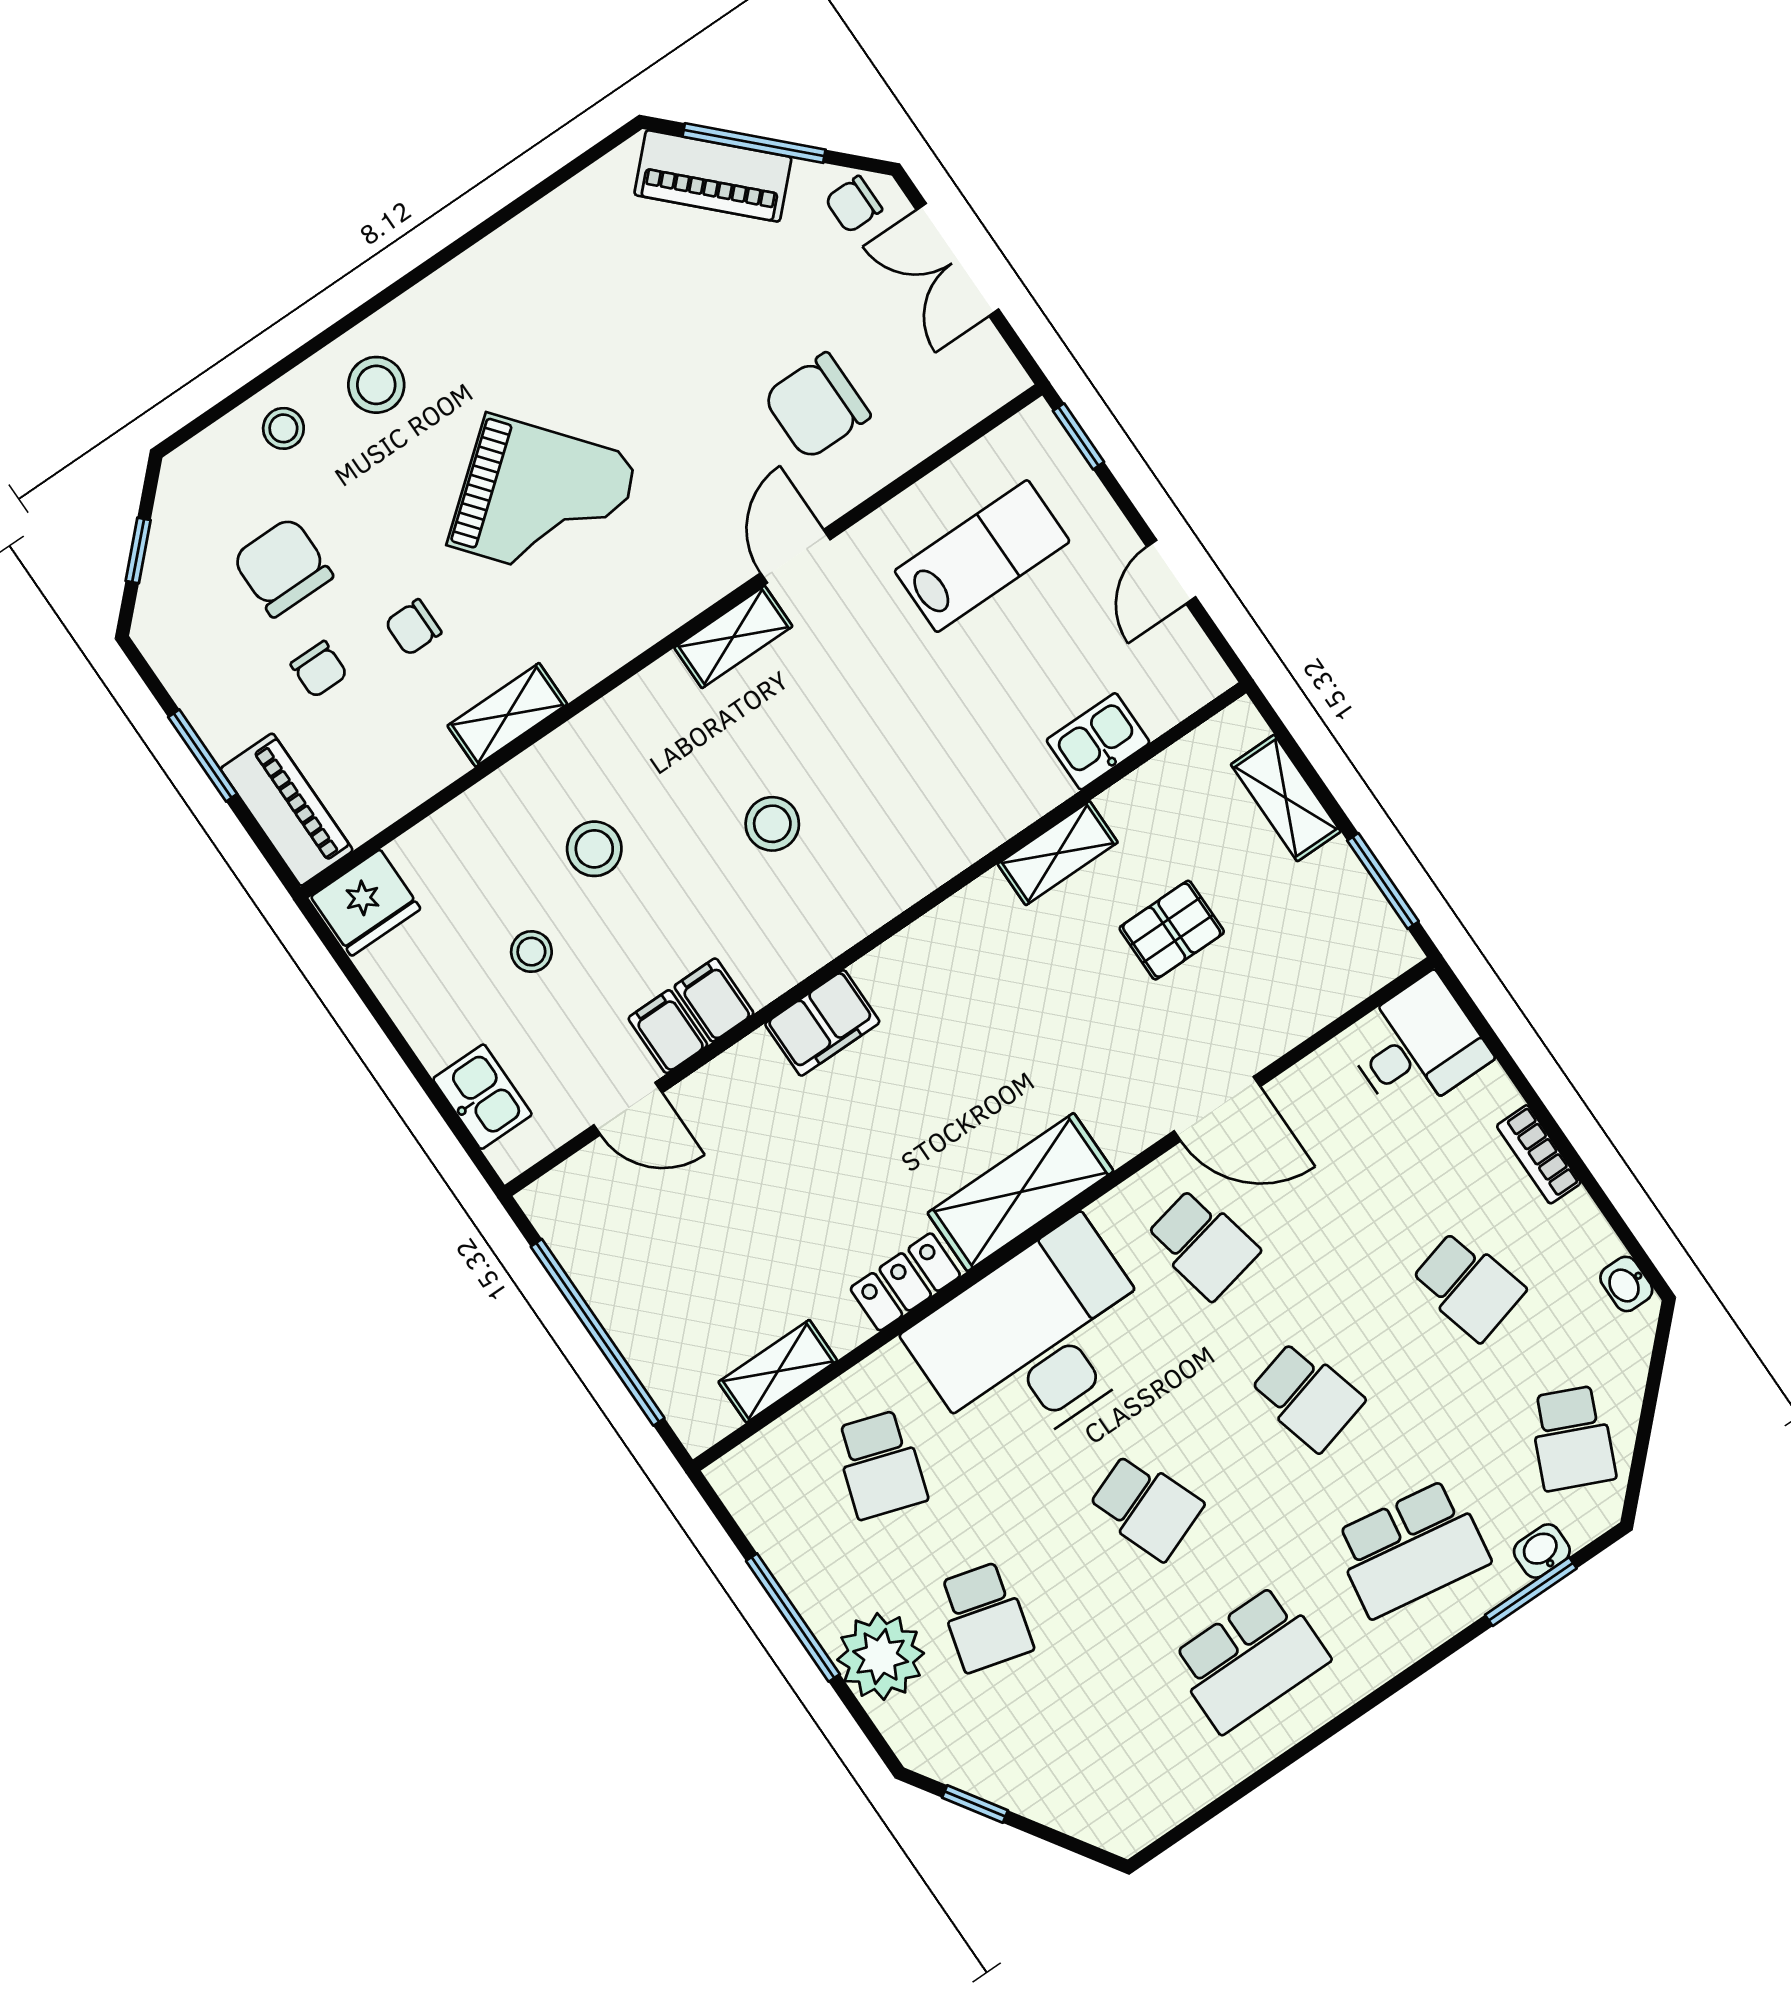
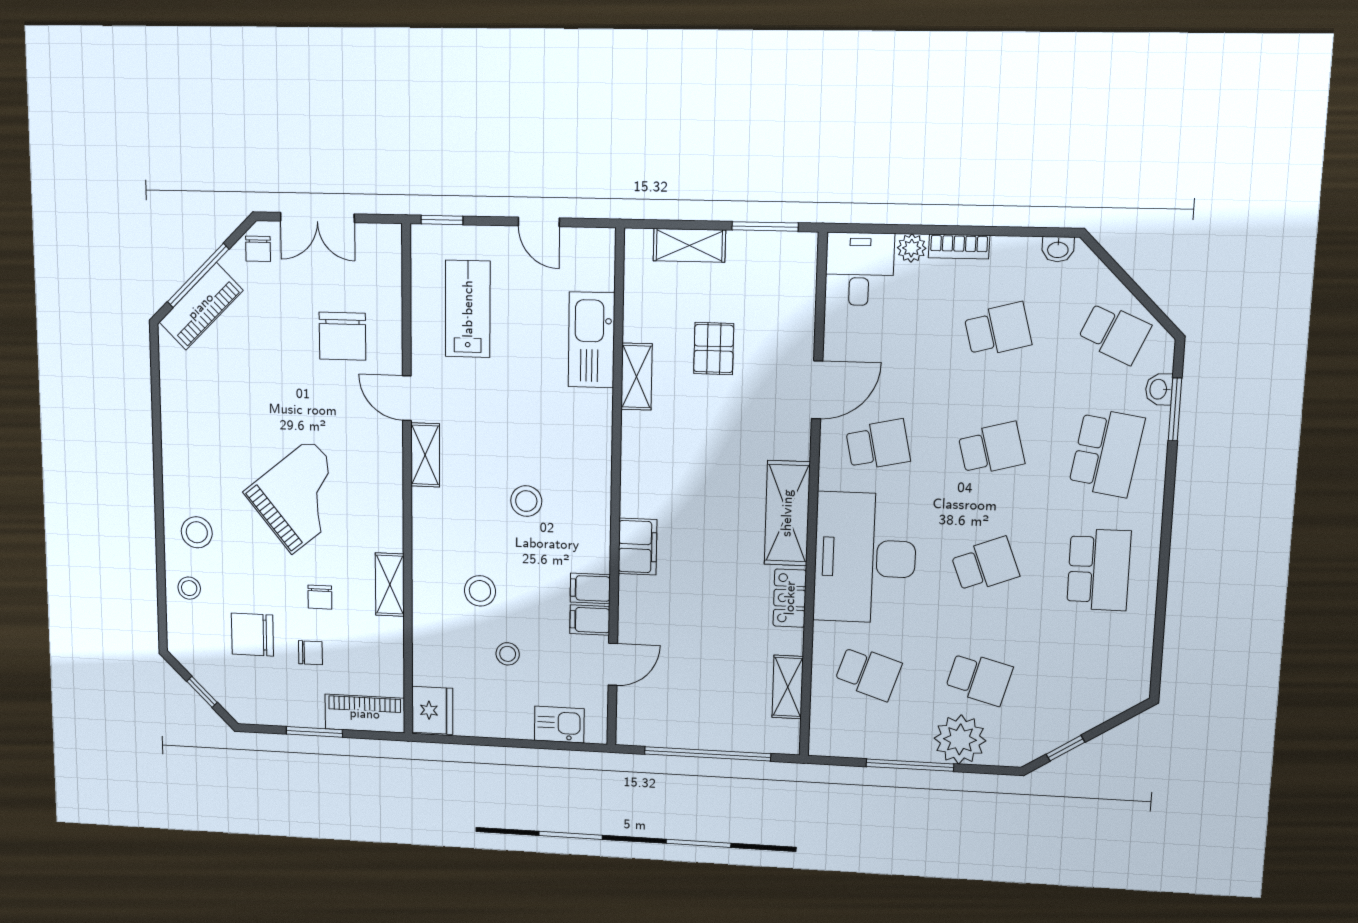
kitchen sink: (1098, 741) -> (591, 340), width x1.88, depth x1.24
plant: (1493, 1094) -> (912, 248), added

